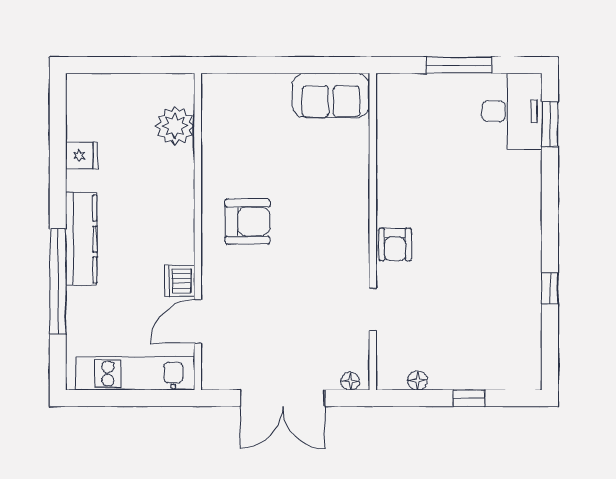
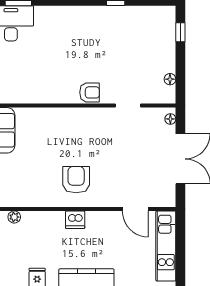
plant: (175, 126) -> (14, 217), width x0.53, depth x0.53
dishwasher: (180, 281) -> (75, 220), moved
window: (469, 398) -> (180, 32), moved

